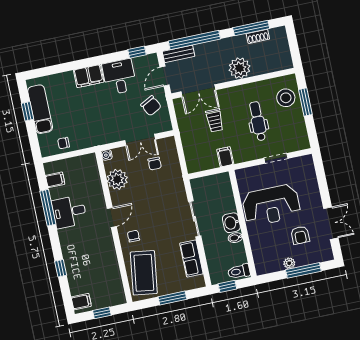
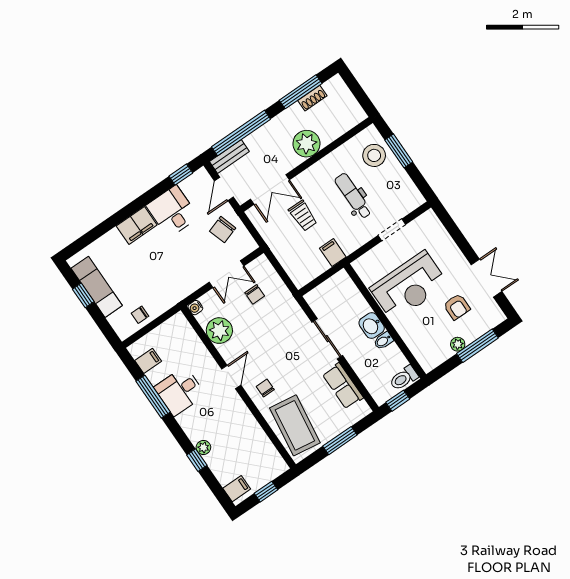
chair: (151, 106) -> (223, 230), turned 100
plant: (69, 261) -> (203, 447), added

